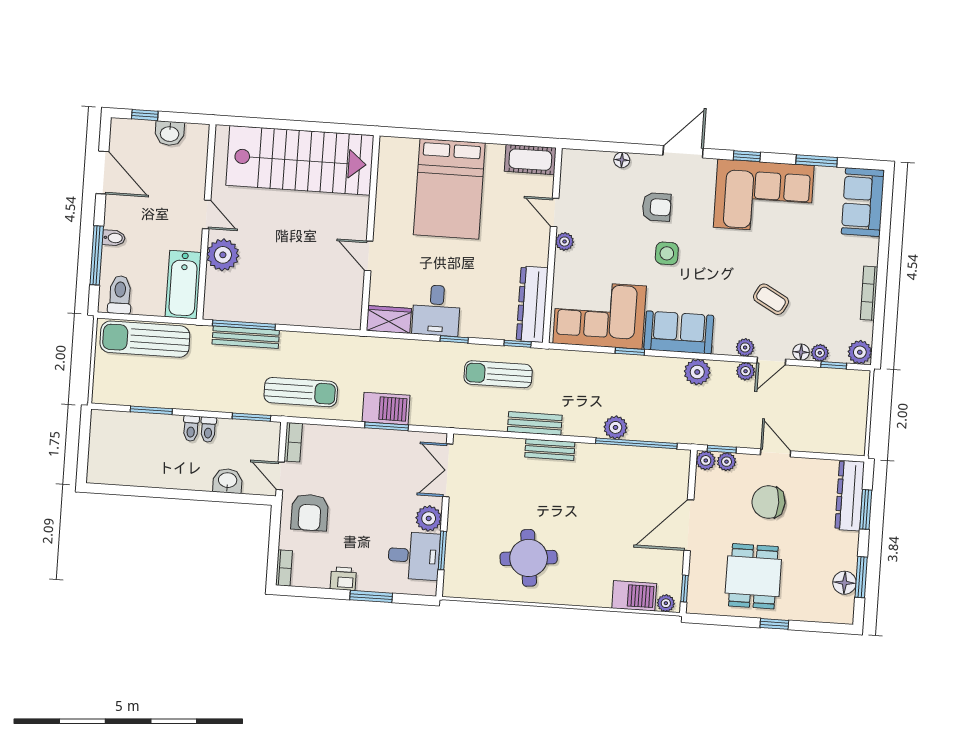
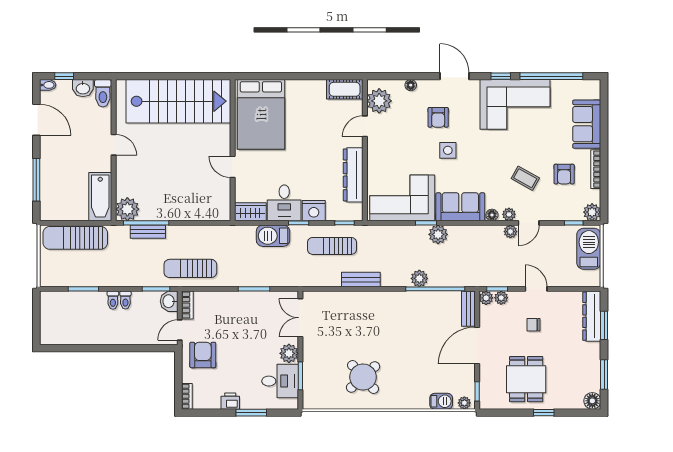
door: (683, 152) -> (455, 76), hinge flipped
window: (817, 161) -> (551, 76), width x2.11
bed: (449, 189) -> (261, 114), moved
sofa: (863, 202) -> (587, 124), moved
armchair: (657, 207) -> (438, 117), turned 90
door: (555, 212) -> (365, 126), hinge flipped
bidet: (114, 238) -> (48, 85), moved
plant: (565, 242) -> (379, 101), moved, width x1.88, depth x1.88
plant: (223, 255) -> (127, 209), moved
toilet: (120, 295) -> (103, 93), moved, turned 180
armchair: (825, 297) -> (564, 174), added
dresser: (532, 304) -> (353, 175), moved
nightstand: (476, 324) -> (314, 211), added
bench: (246, 337) -> (148, 232), width x0.73
floor lamp: (801, 352) -> (492, 215), moved
plant: (820, 353) -> (563, 215), removed
plant: (697, 372) -> (438, 234), moved
sun lounger: (301, 392) -> (190, 268), turned 180
barbecue: (852, 402) -> (589, 249), added
barbecue: (386, 409) -> (273, 236), moved, turned 180
bench: (550, 450) -> (468, 309), moved, turned 90
door: (280, 476) -> (180, 330), hinge flipped
washbasin: (228, 481) -> (169, 301), moved, turned -90
chair: (769, 502) -> (533, 325), width x0.54, depth x0.54
armchair: (310, 512) -> (203, 355), turned 180
round table: (529, 558) -> (363, 377), turned -36
floor lamp: (845, 583) -> (592, 401), moved
barbecue: (634, 596) -> (441, 401), width x0.73, depth x0.79

